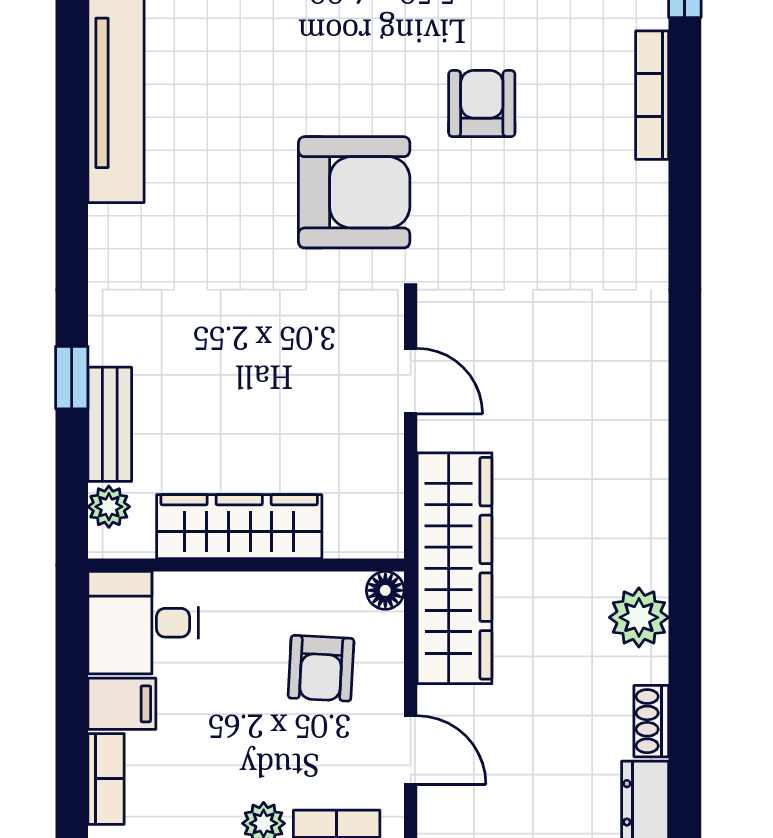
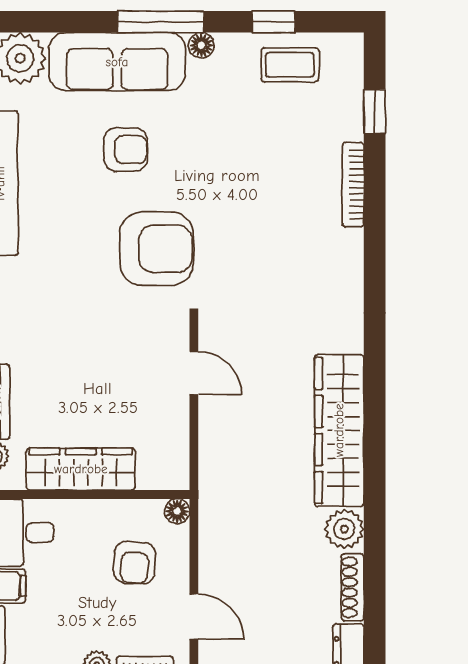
armchair: (482, 104) -> (126, 150), moved, turned 90
wardrobe: (455, 568) -> (339, 430), moved, turned 180
shoe rack: (651, 721) -> (353, 587), width x1.43

